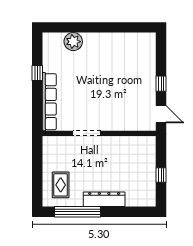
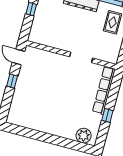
plant: (73, 42) -> (84, 136), moved

